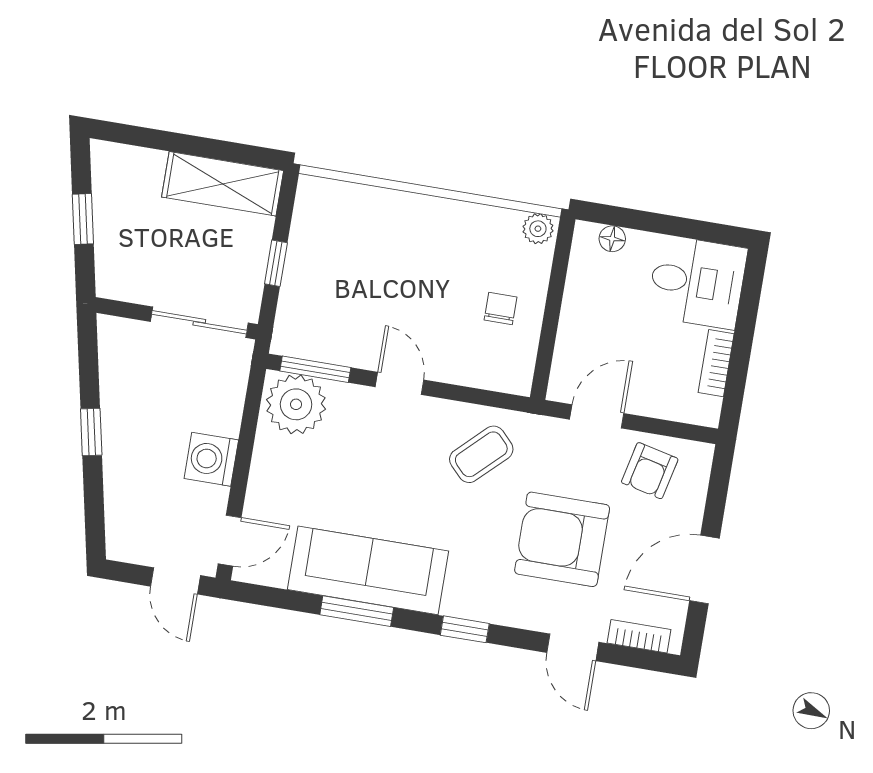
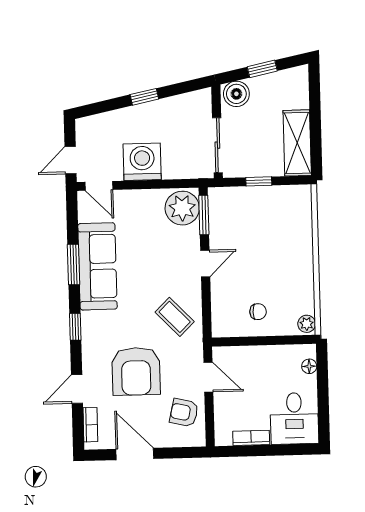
boiler: (117, 272) -> (236, 94), added
washing machine: (211, 459) -> (142, 162), width x1.37, depth x1.37
armchair: (562, 539) -> (136, 371), turned 180

